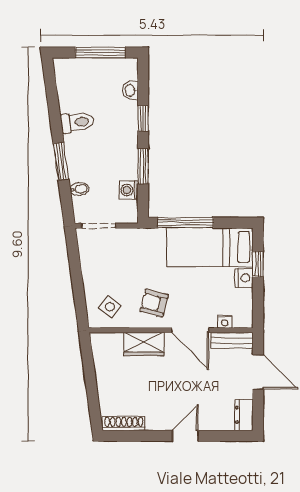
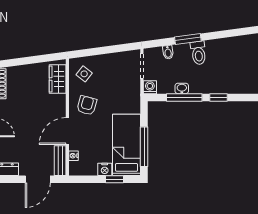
washbasin: (130, 90) -> (182, 88), moved
toilet: (77, 122) -> (198, 53), moved
window: (143, 166) -> (184, 98), width x1.44
washing machine: (129, 190) -> (150, 87), moved
window: (185, 223) -> (144, 147), moved
wardrobe: (144, 344) -> (58, 79), moved

